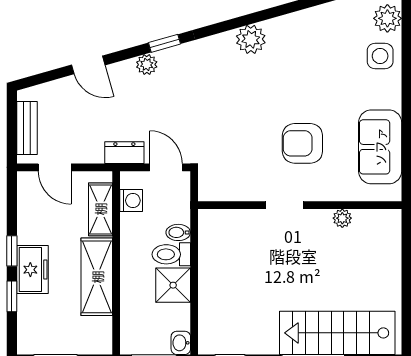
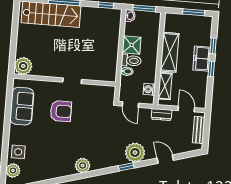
plant: (147, 64) -> (135, 153), width x1.87, depth x1.87
dresser: (124, 153) -> (162, 115), moved
plant: (342, 218) -> (23, 66), moved, width x1.87, depth x1.87

